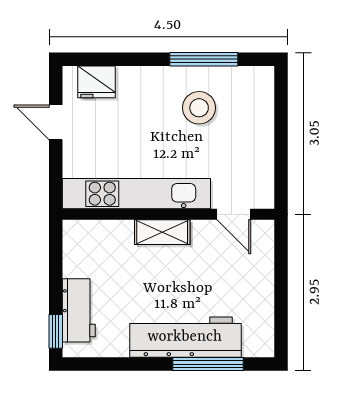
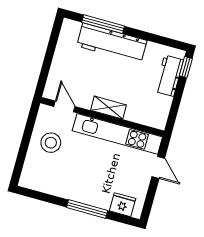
window: (204, 59) -> (87, 209), moved
stool: (199, 108) -> (51, 143), moved
door: (56, 122) -> (158, 167), moved

